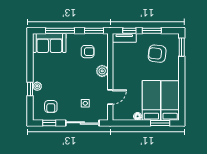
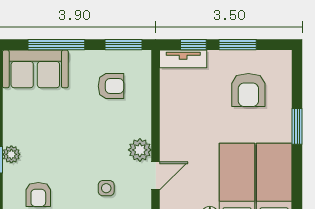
window: (182, 47) -> (297, 126), moved
armchair: (157, 54) -> (248, 90), turned -97
plant: (102, 71) -> (140, 150), moved

